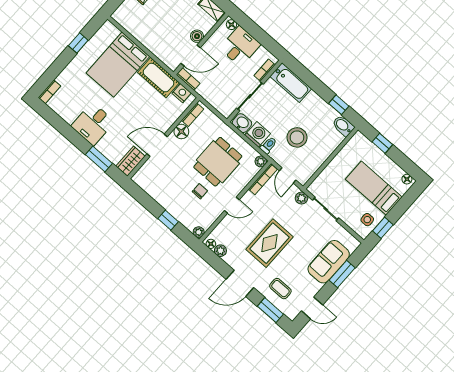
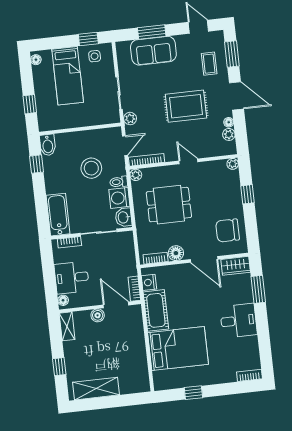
chair: (200, 191) -> (228, 230), moved, width x1.87, depth x1.87
floor lamp: (211, 244) -> (229, 122), moved

